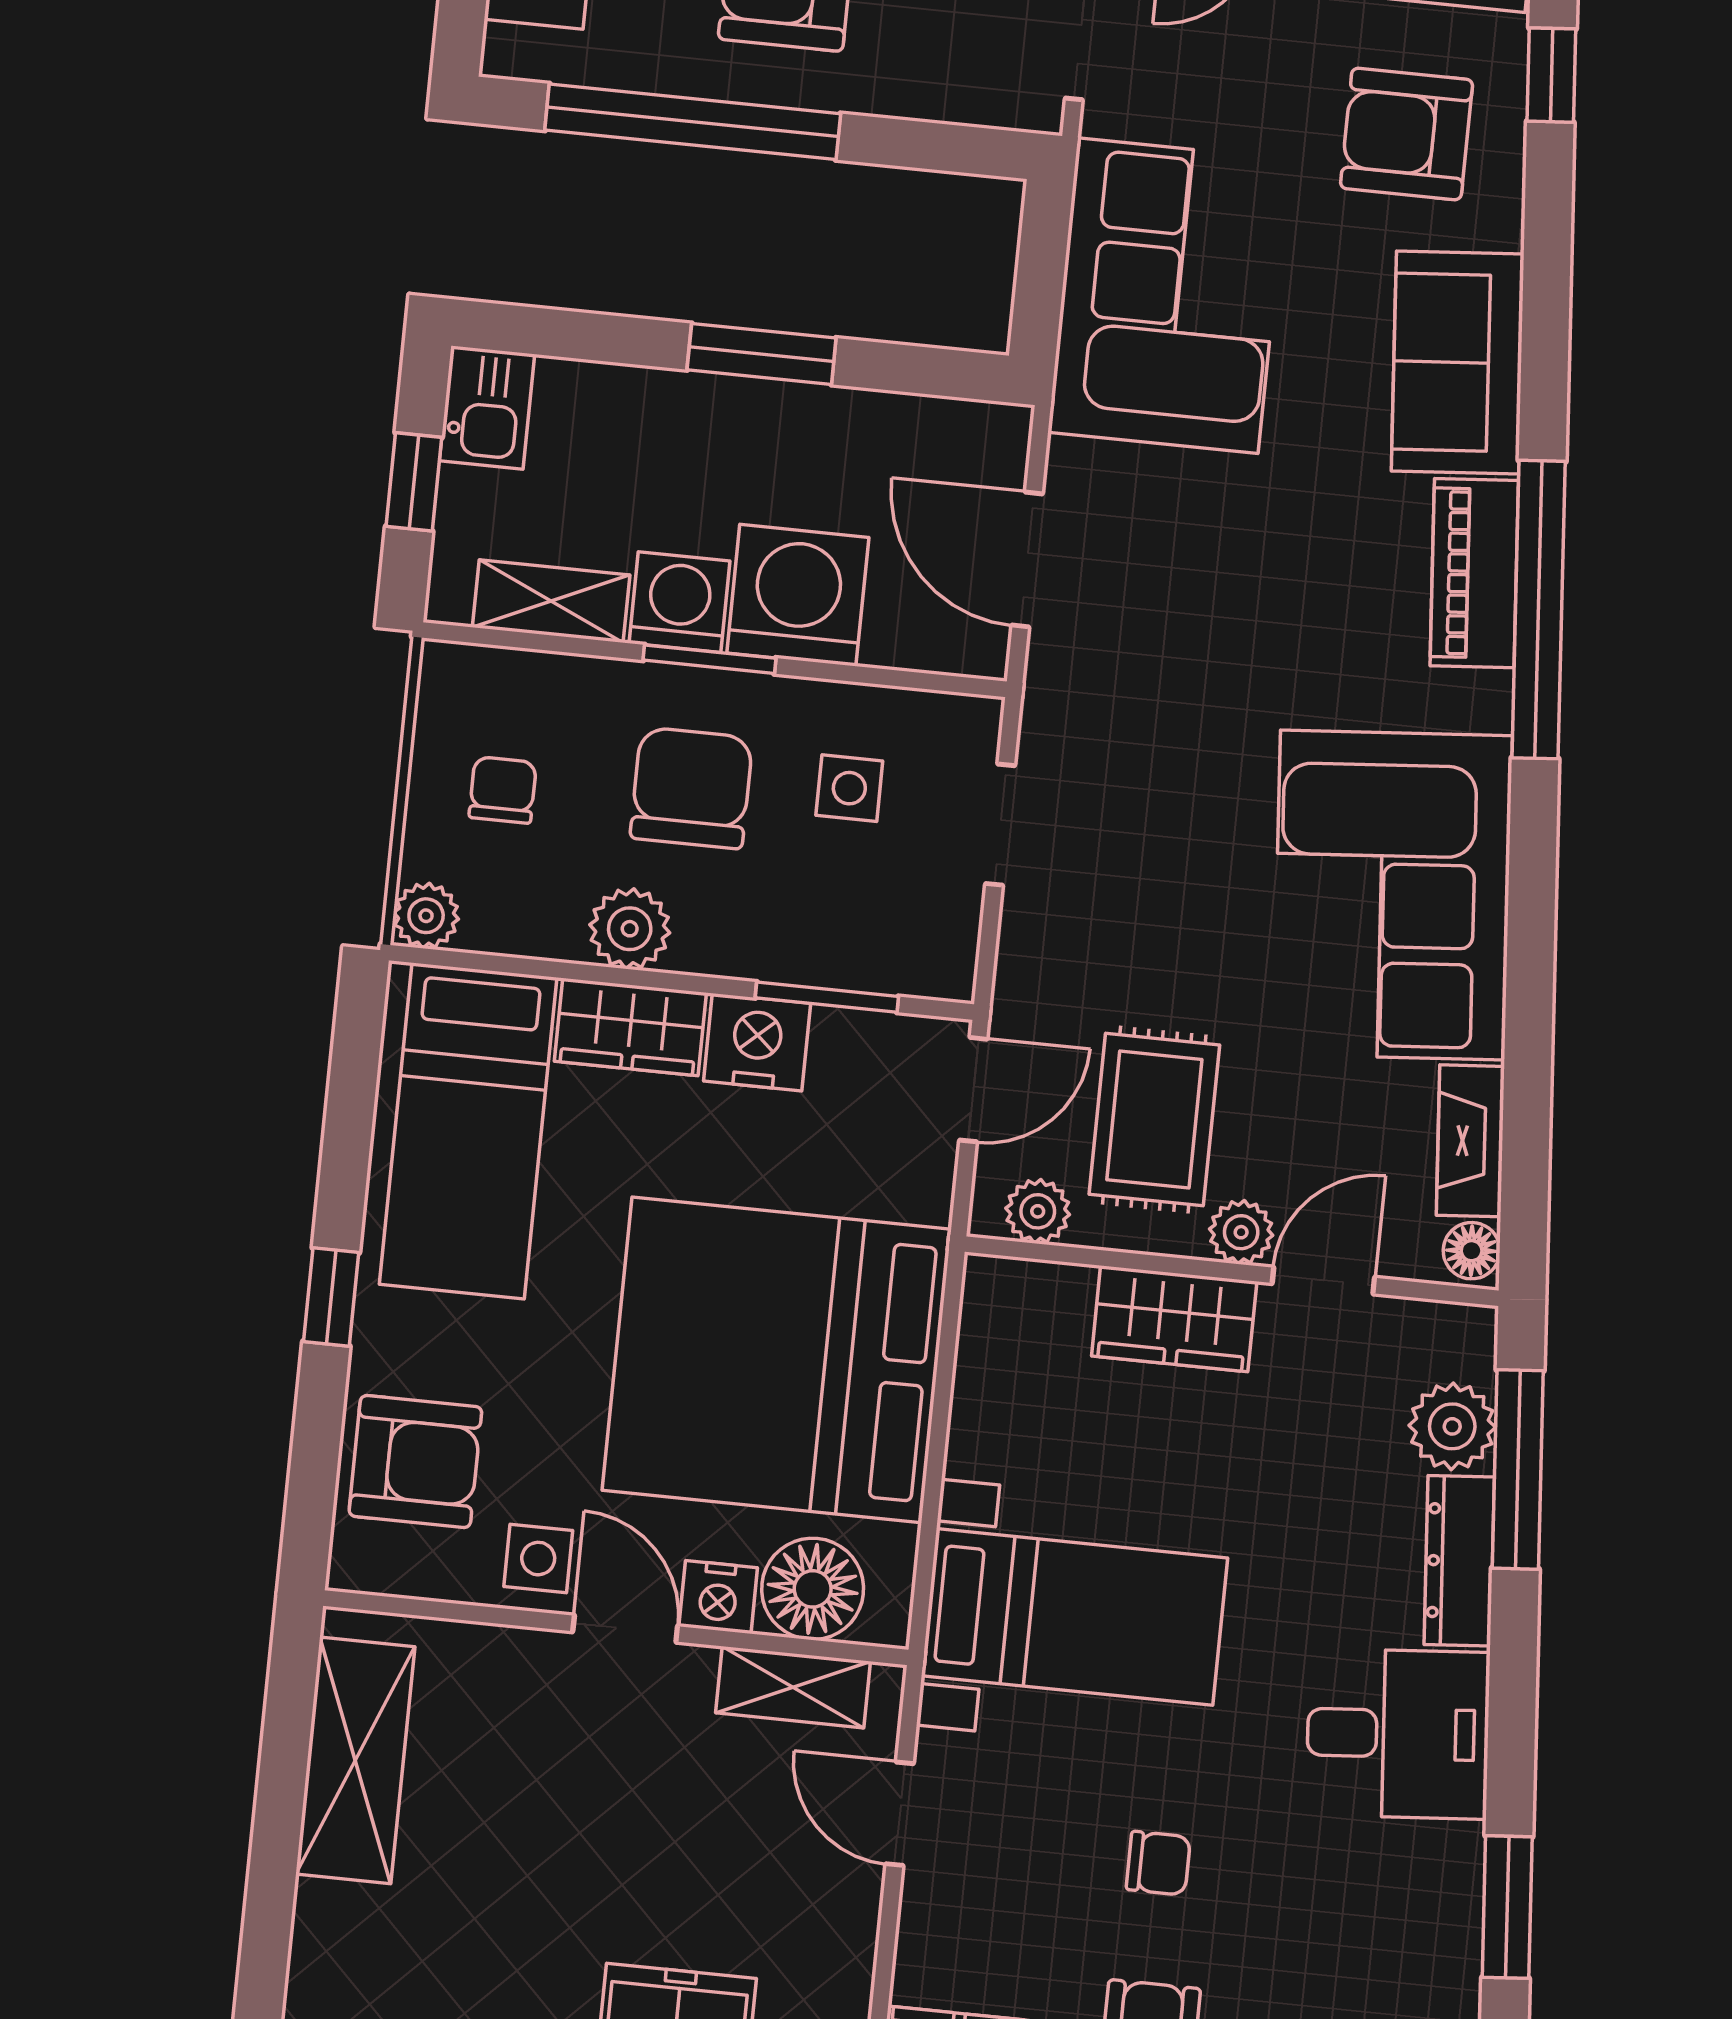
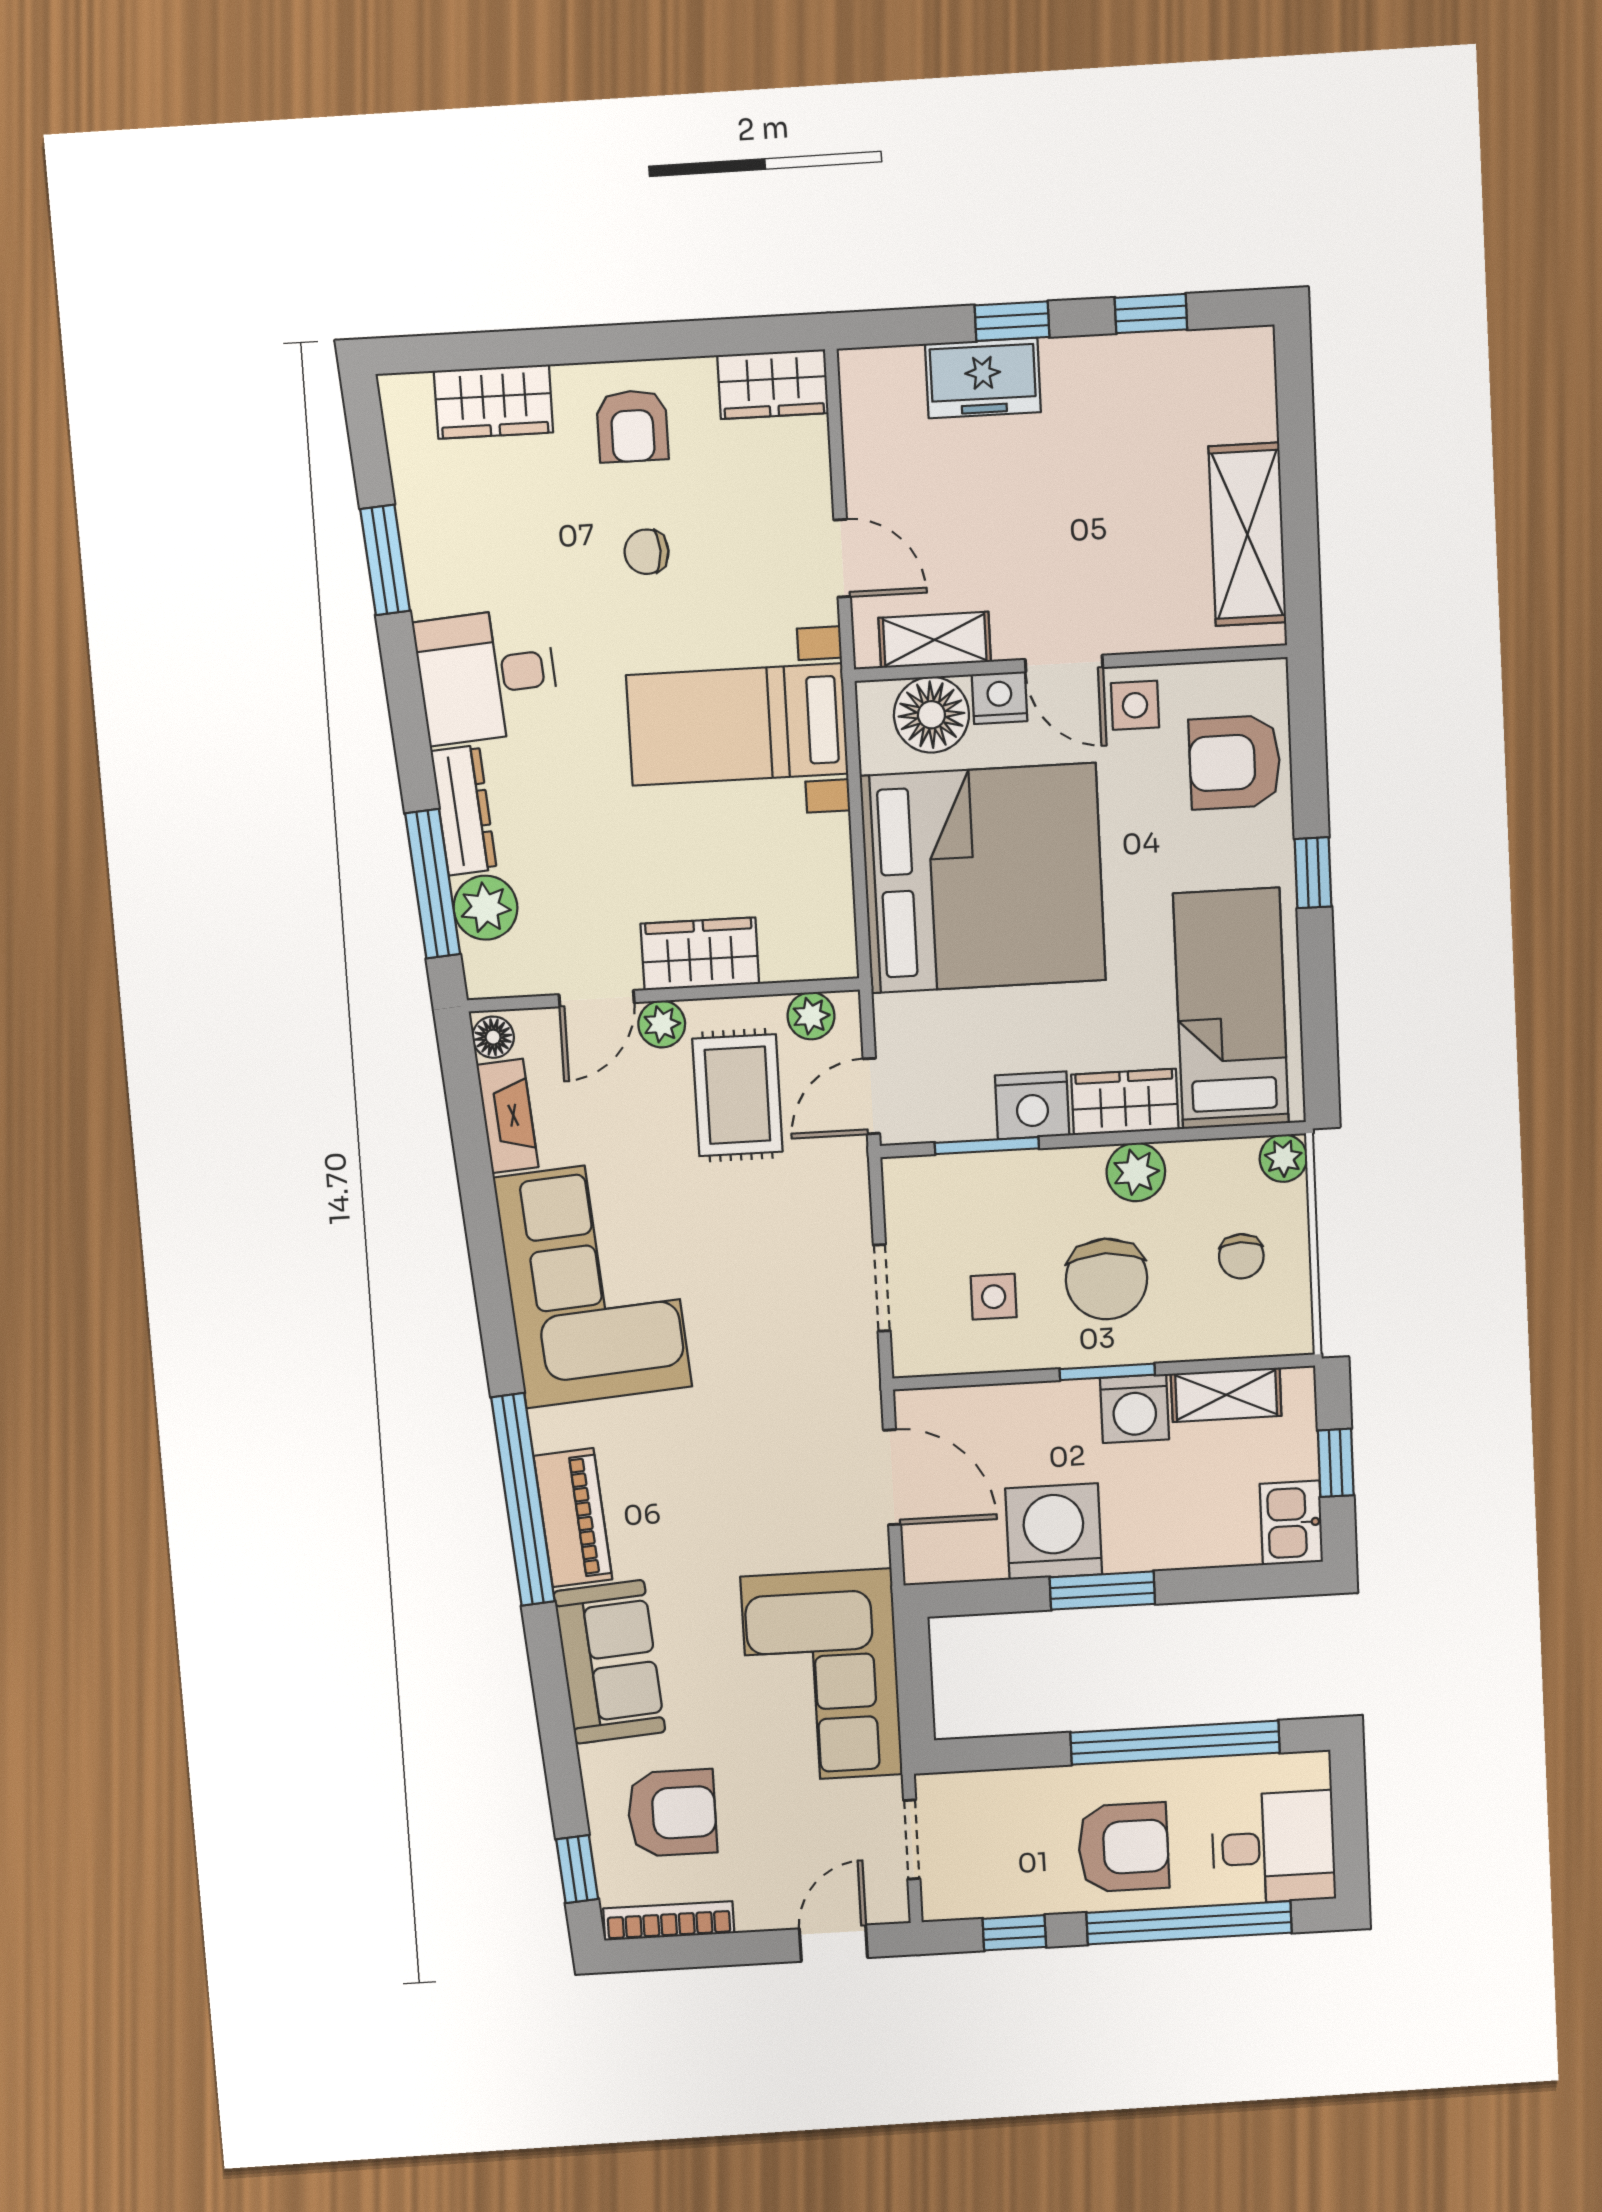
washing machine: (798, 595) -> (1054, 1531), moved, turned 180

